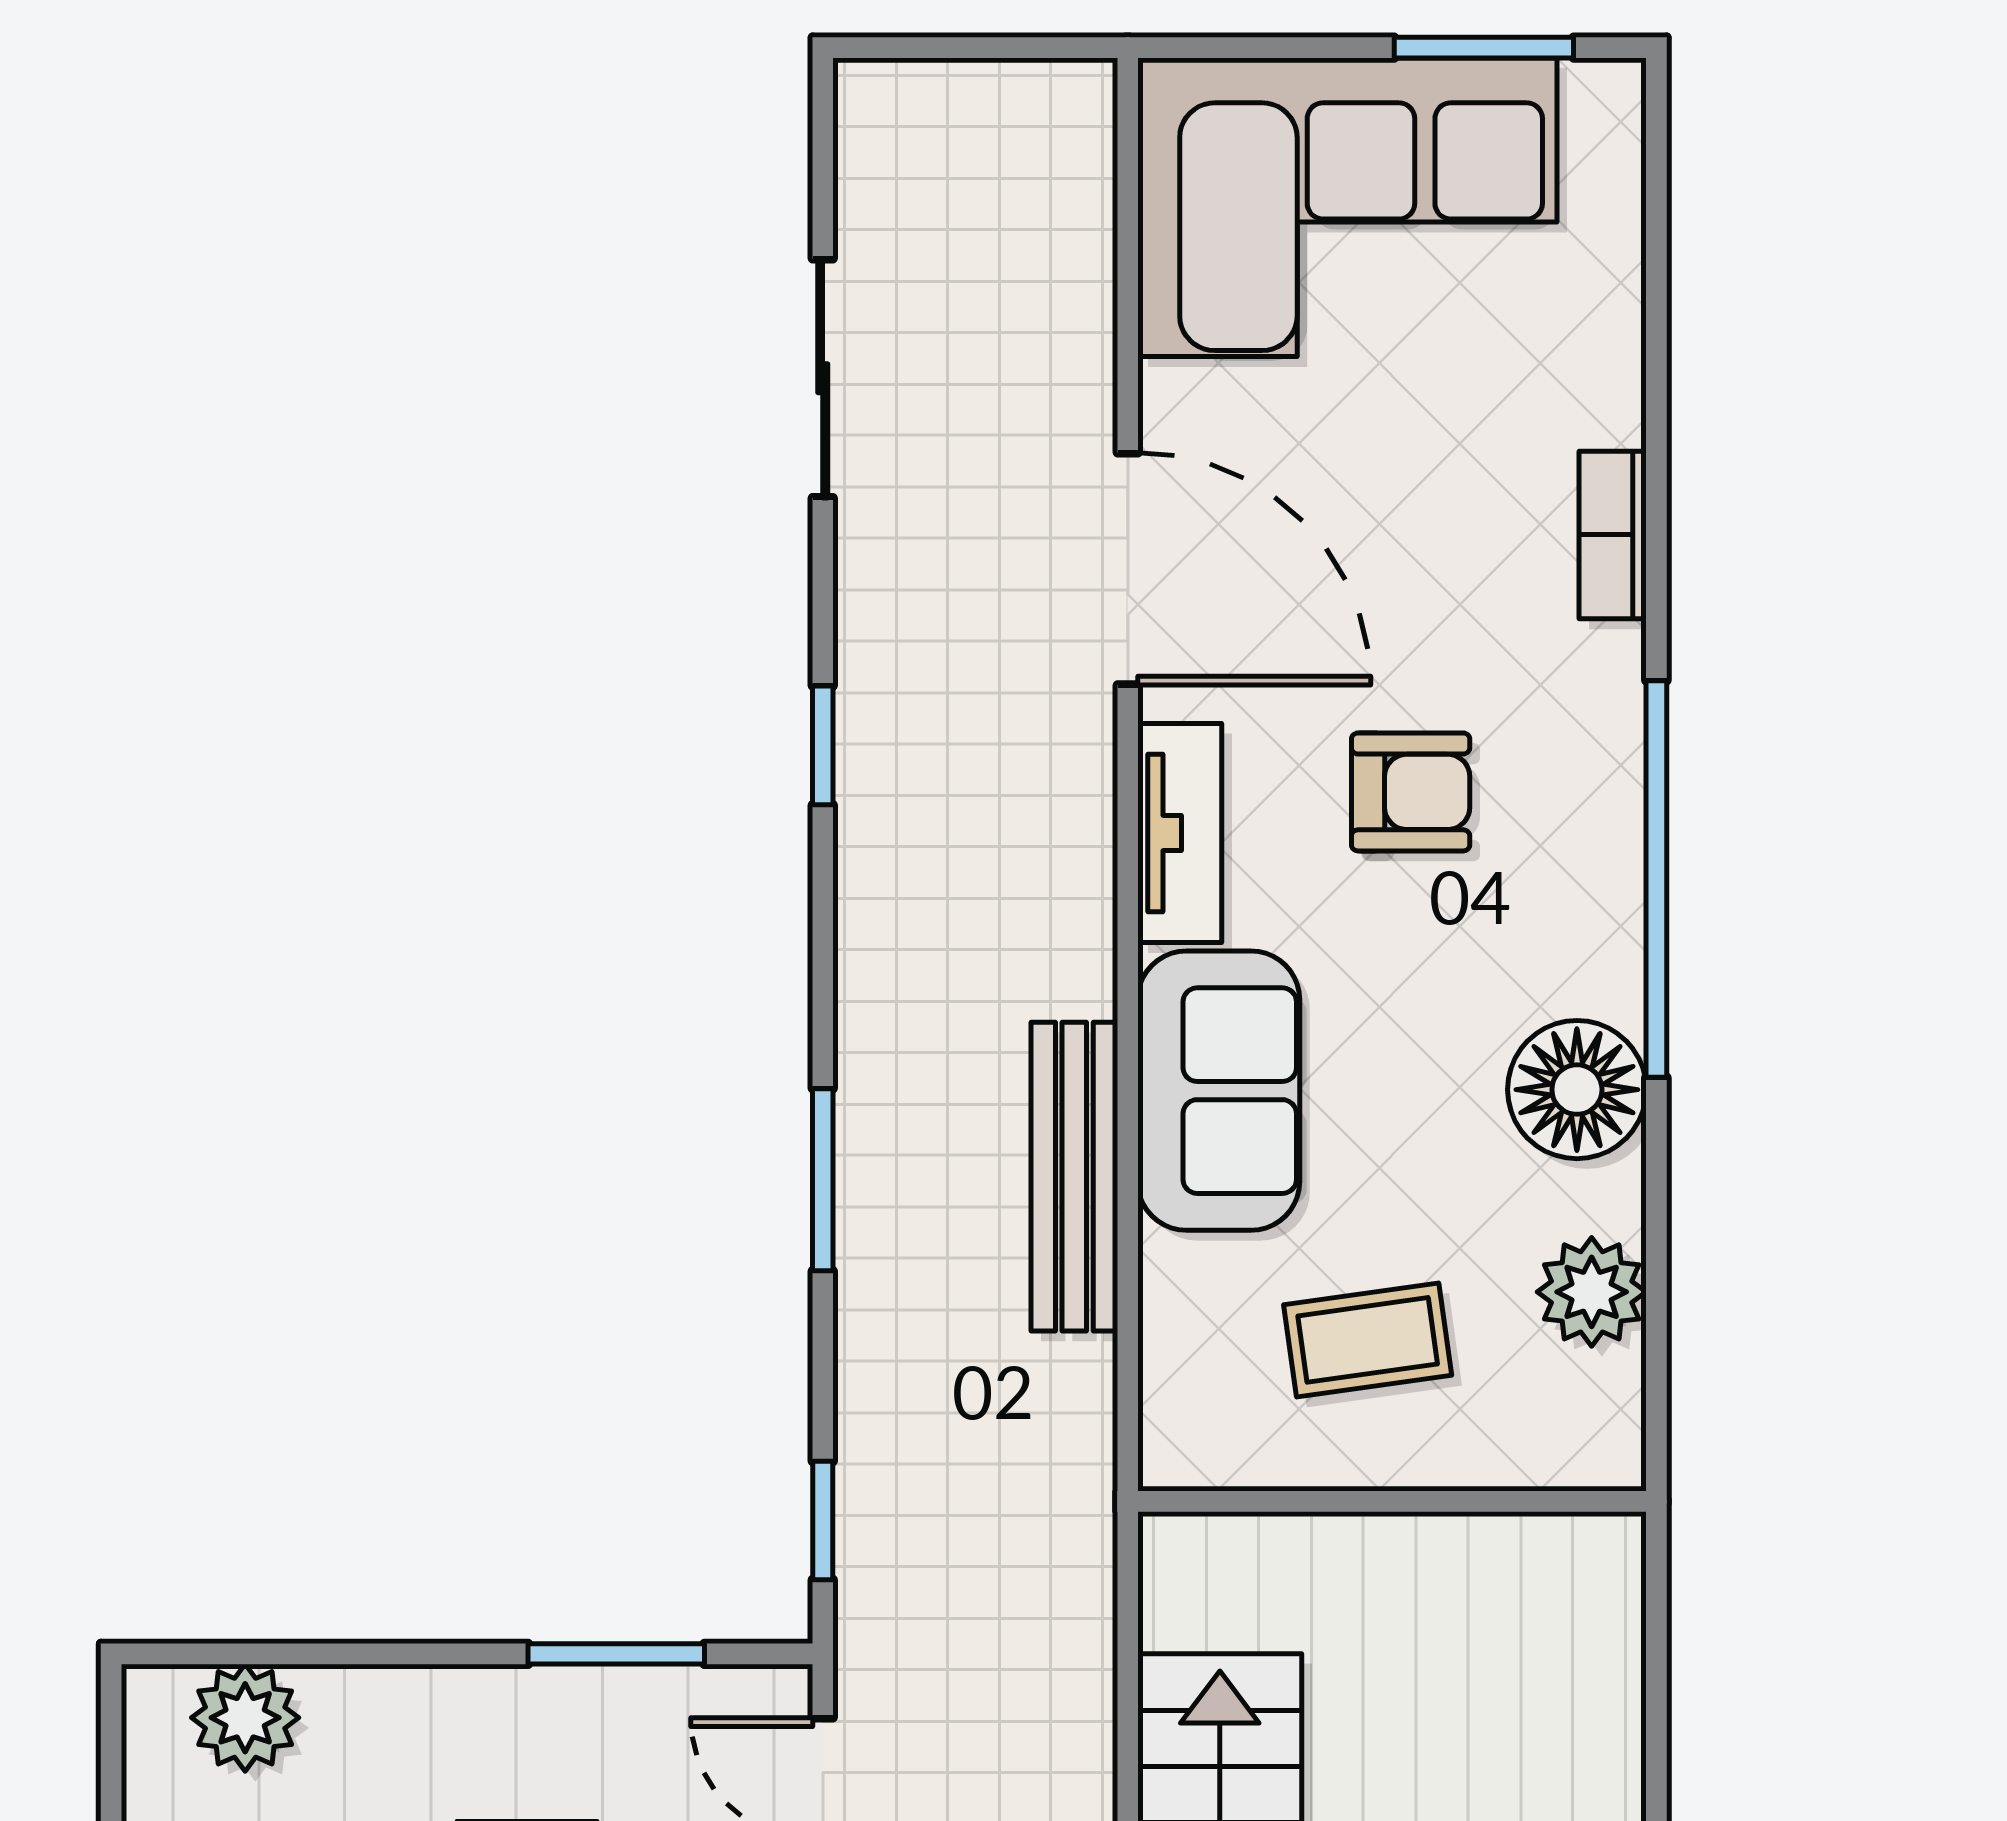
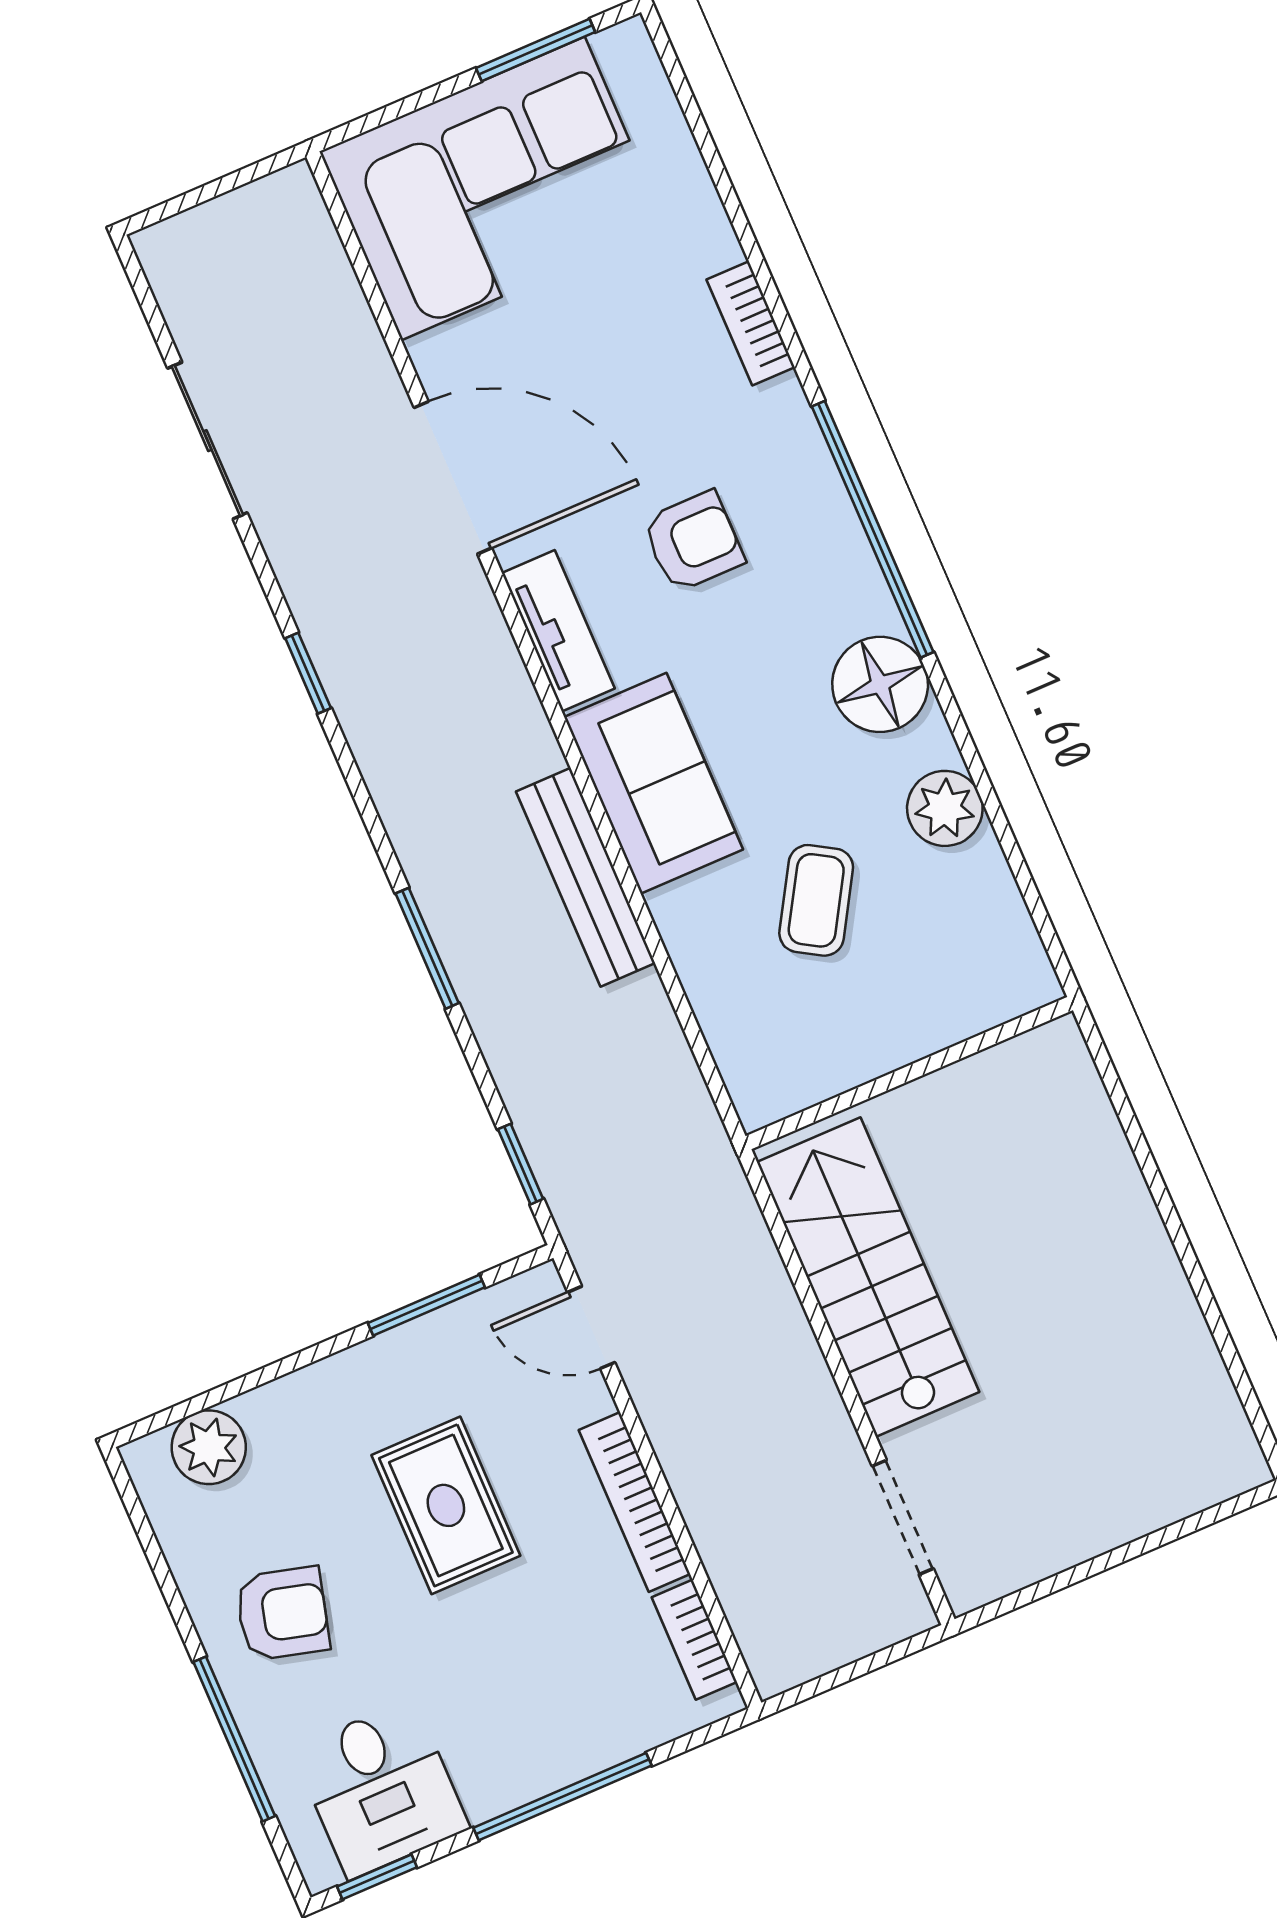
coffee table: (1368, 1340) -> (816, 900), turned -51
wall: (1392, 1501) -> (909, 1073), moved

